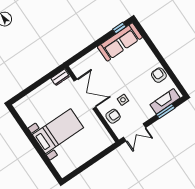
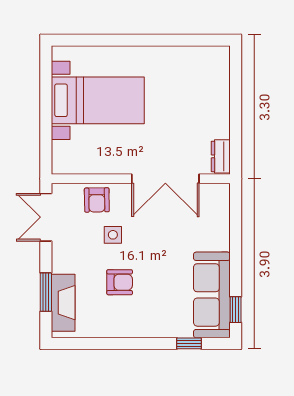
window: (146, 38) -> (189, 343), added
armchair: (159, 75) -> (120, 282), moved
bed with nightstands: (58, 131) -> (98, 100), moved, turned -90

